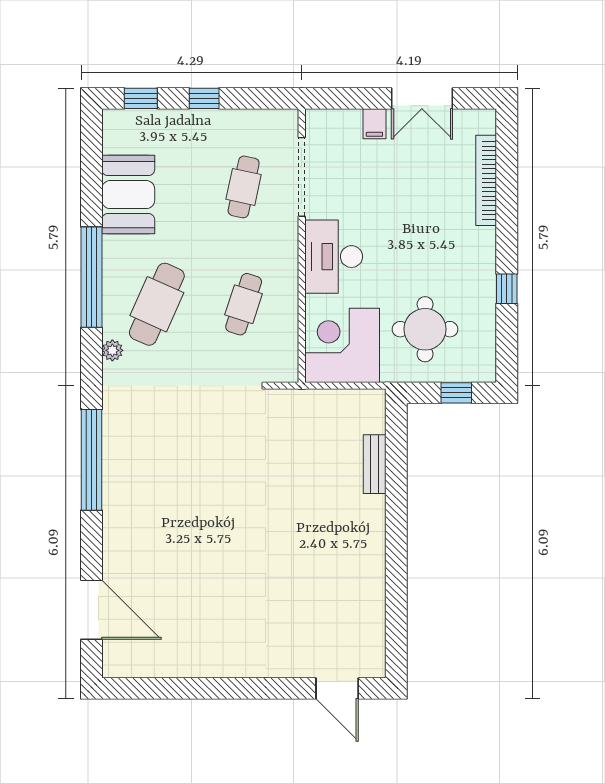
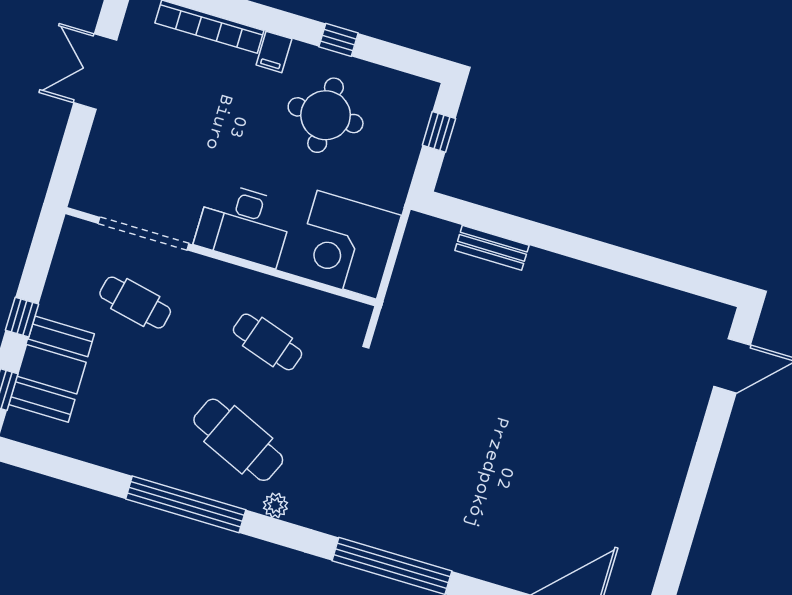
double door: (422, 98) -> (95, 72), swing flipped
filing cabinet: (374, 124) -> (274, 52), moved, turned 90
booth: (128, 195) -> (52, 369), moved, turned 90
round table: (425, 329) -> (326, 115), moved

